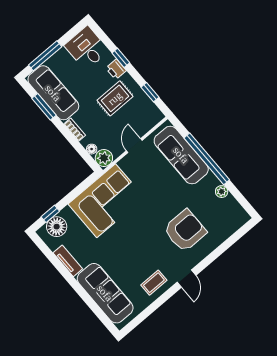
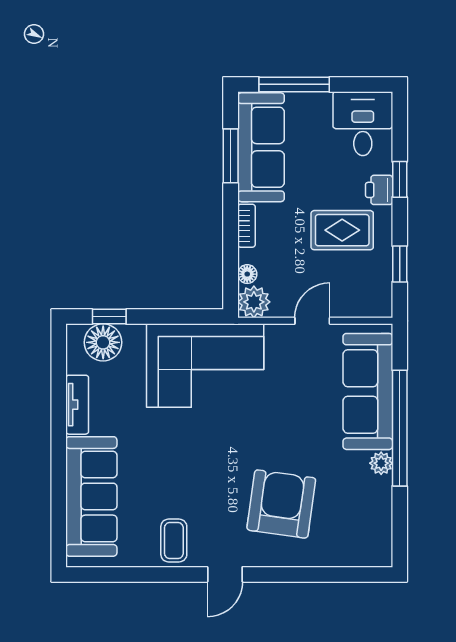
plant: (222, 192) -> (381, 463), moved
armchair: (185, 231) -> (281, 504), turned -82
coffee table: (154, 283) -> (174, 541), turned 90

